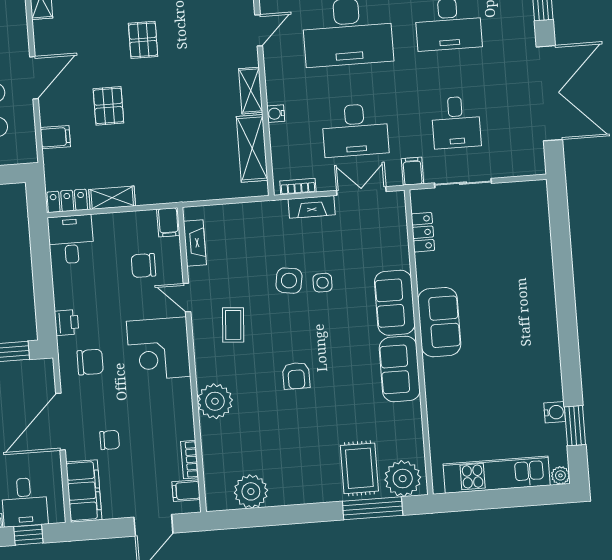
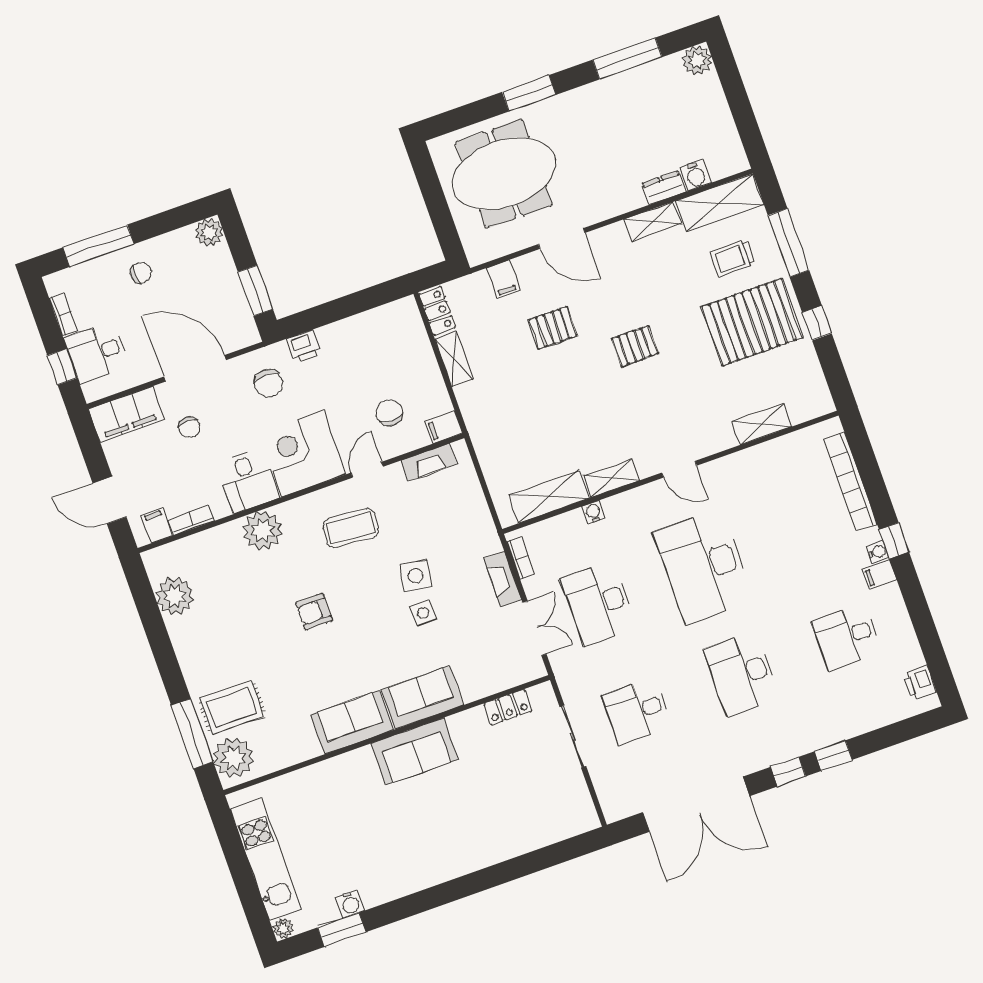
filing cabinet: (412, 171) -> (571, 678), removed
desk: (71, 239) -> (248, 481), moved, turned 90
coffee table: (233, 325) -> (351, 528), width x1.36, depth x1.30

